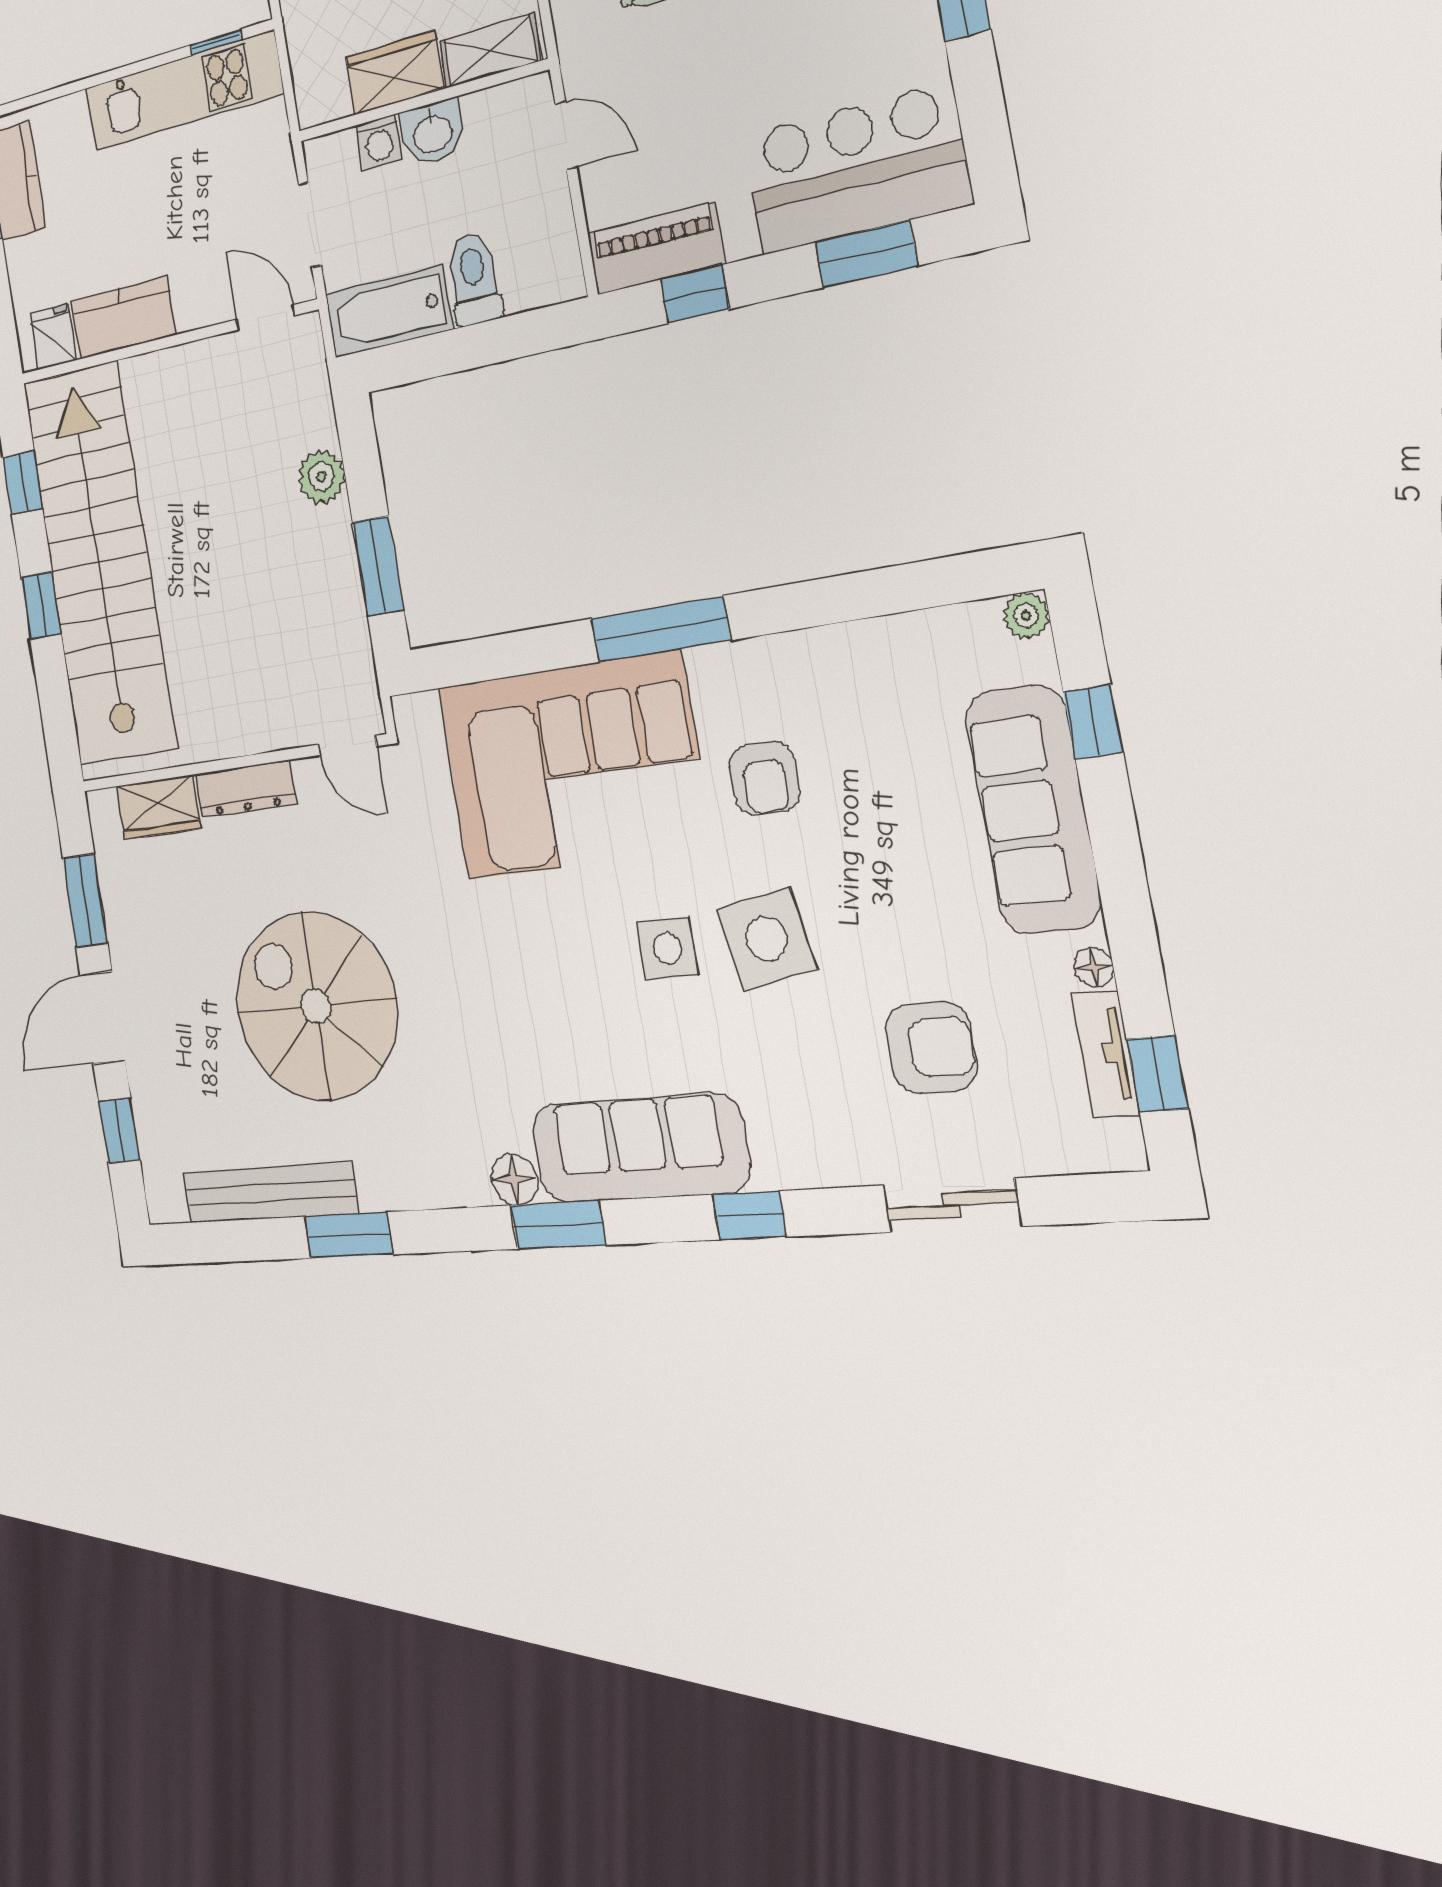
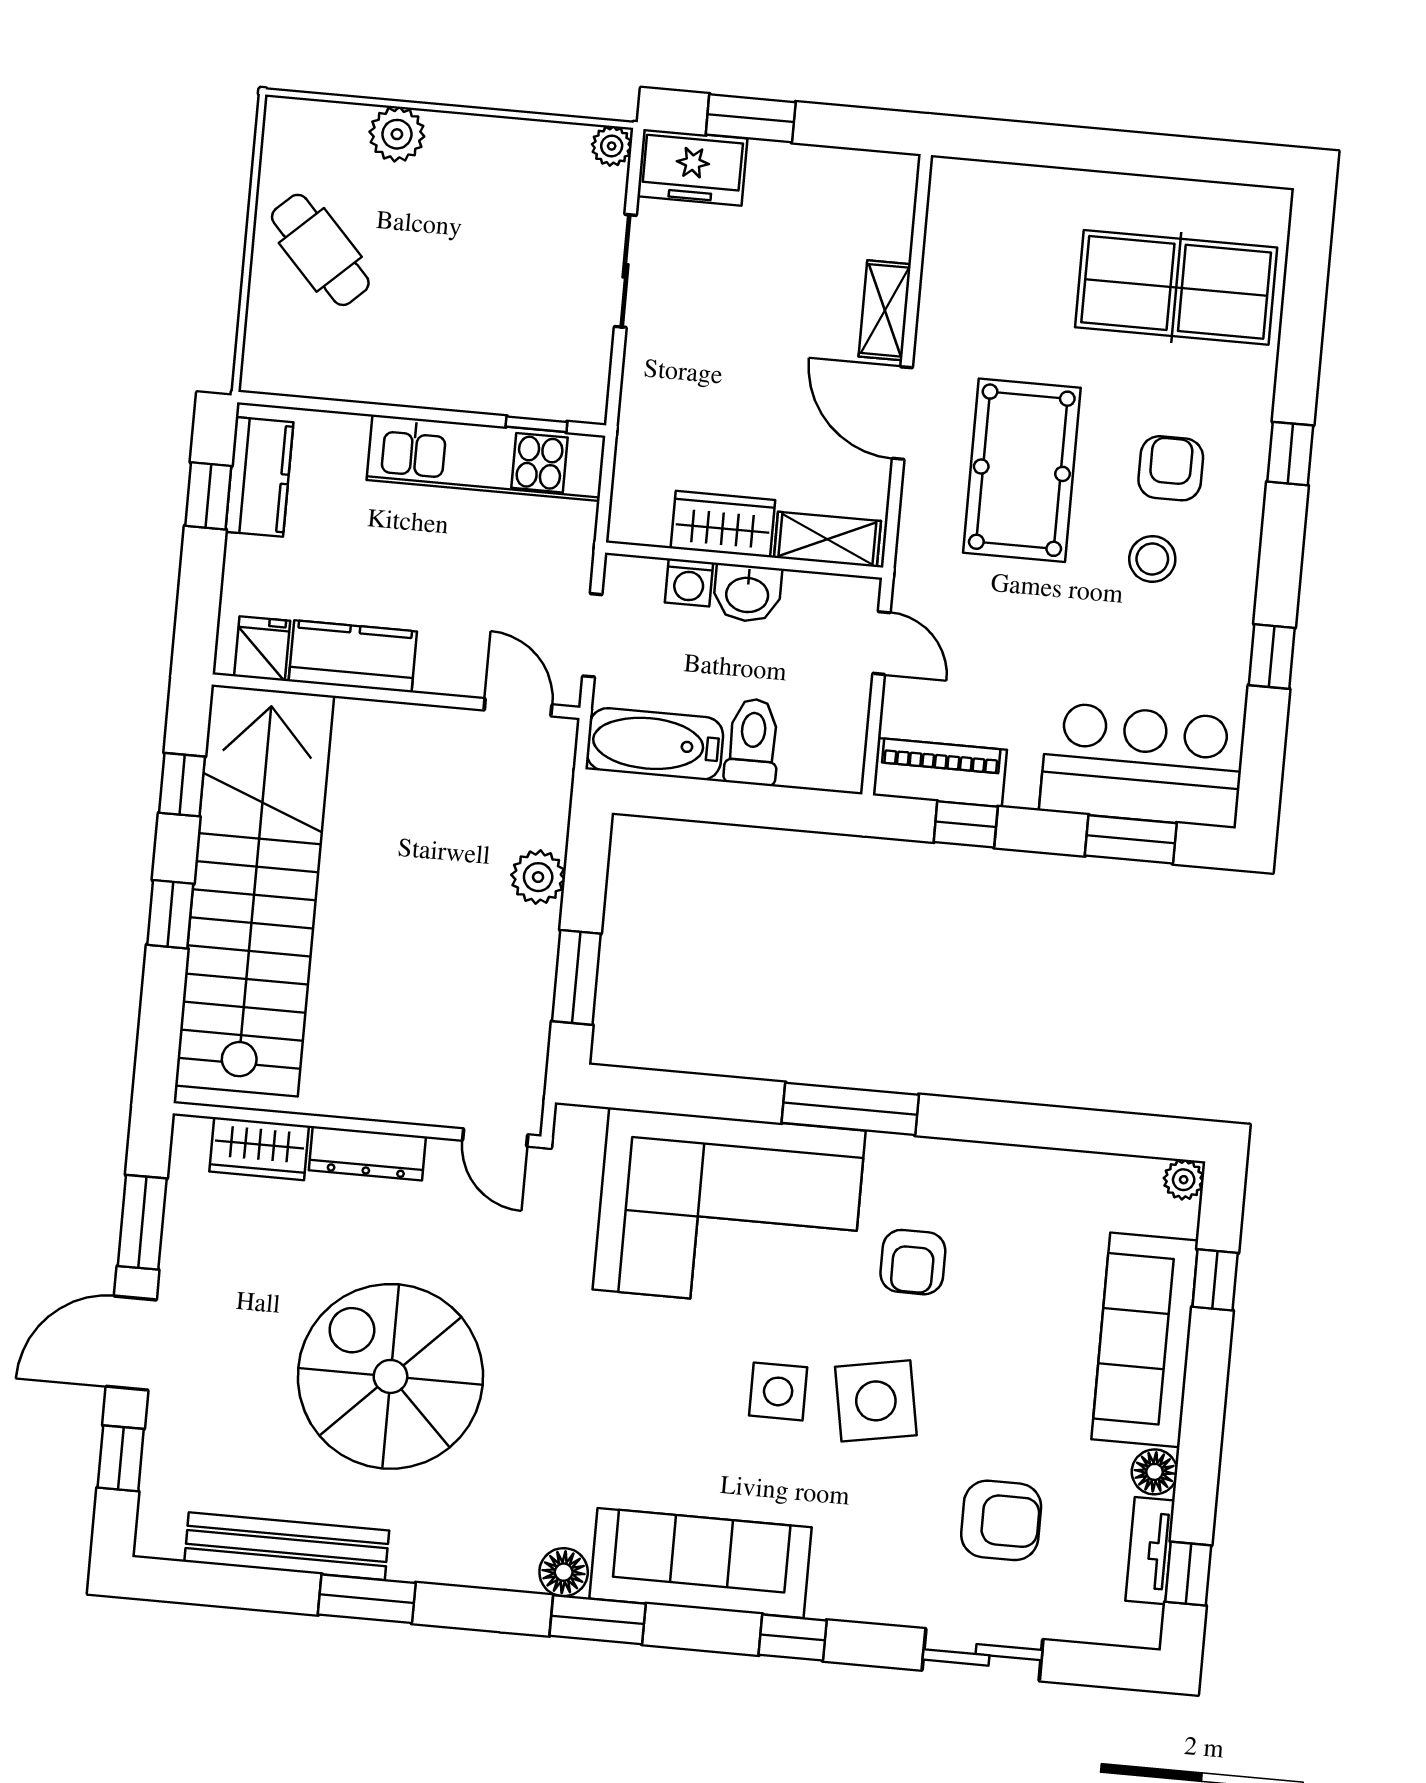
floor lamp: (1094, 967) -> (1155, 1472), width x1.37, depth x1.37

